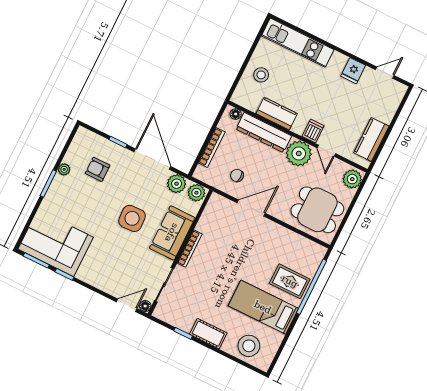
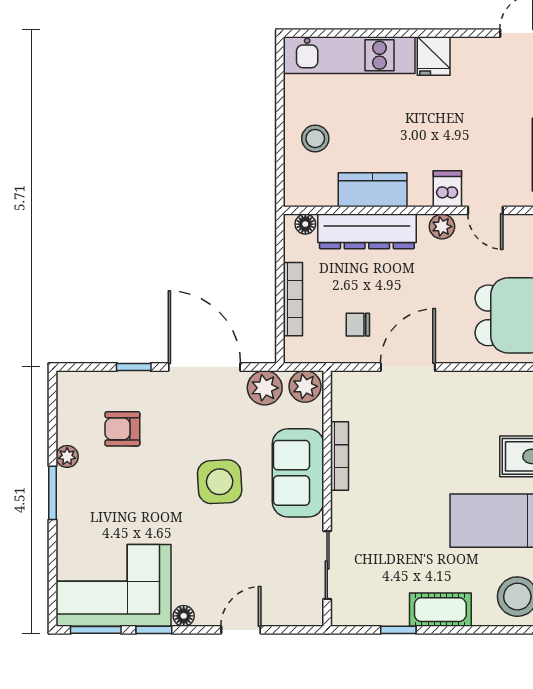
fridge: (353, 71) -> (434, 56), moved
plant: (299, 153) -> (442, 227), width x0.53, depth x0.53
bookcase: (190, 249) -> (340, 456), moved
door: (127, 305) -> (241, 630), moved
floor lamp: (145, 306) -> (184, 616), moved

